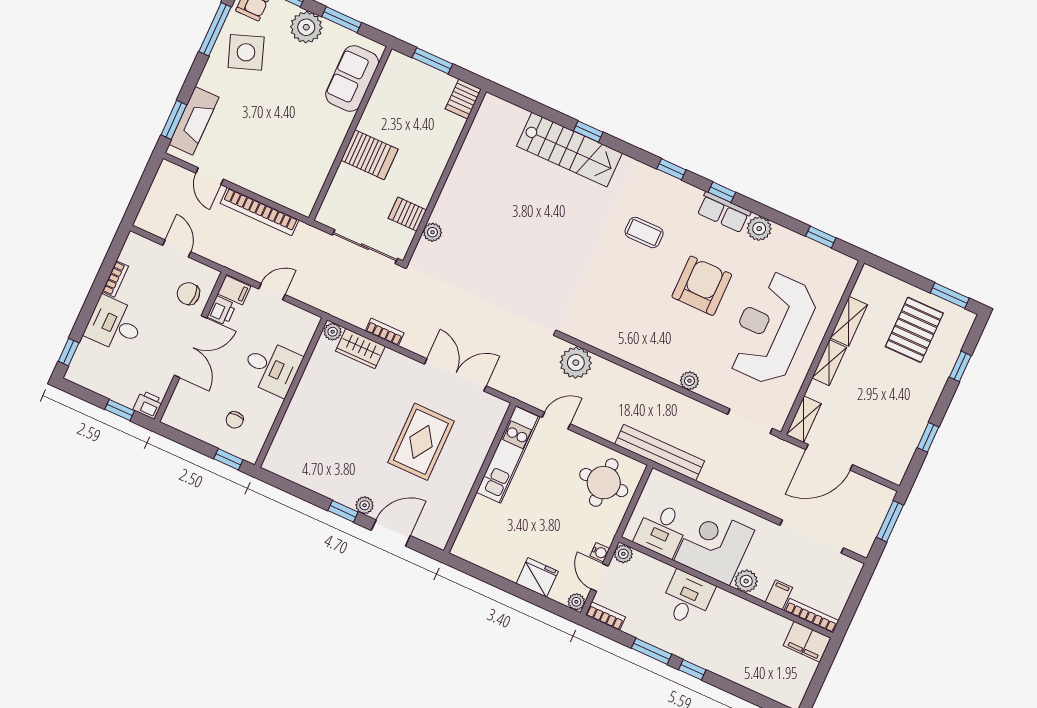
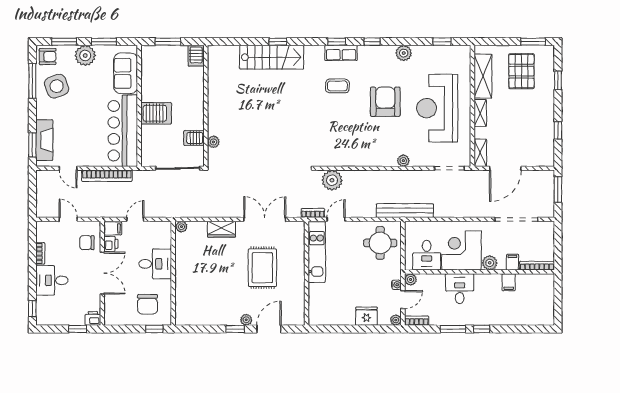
bar counter: (311, 158) -> (123, 131), added
row of seats: (724, 212) -> (341, 53), moved
shelving: (849, 321) -> (483, 76), width x1.50, depth x1.33
bookcase: (385, 332) -> (313, 213), moved
wardrobe: (360, 349) -> (222, 229), moved
chair: (235, 420) -> (148, 304), width x1.87, depth x1.87
door: (600, 578) -> (403, 300), swing flipped
filing cabinet: (807, 642) -> (509, 282), moved, width x0.50

